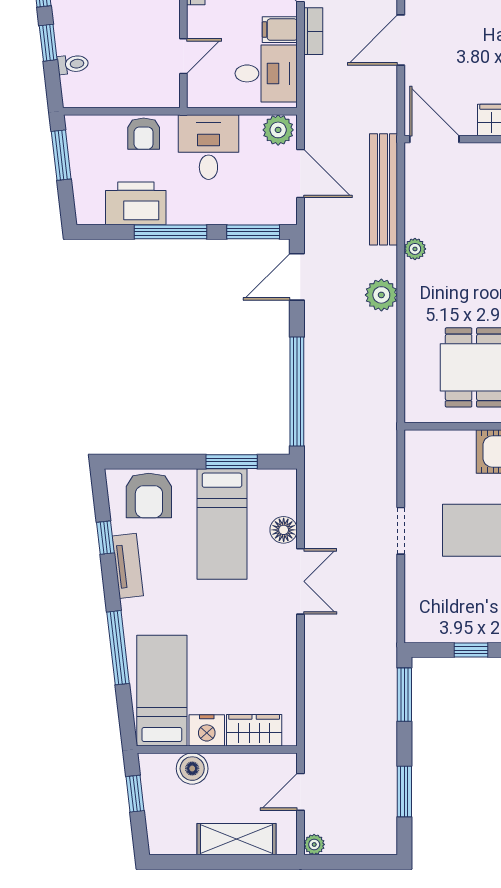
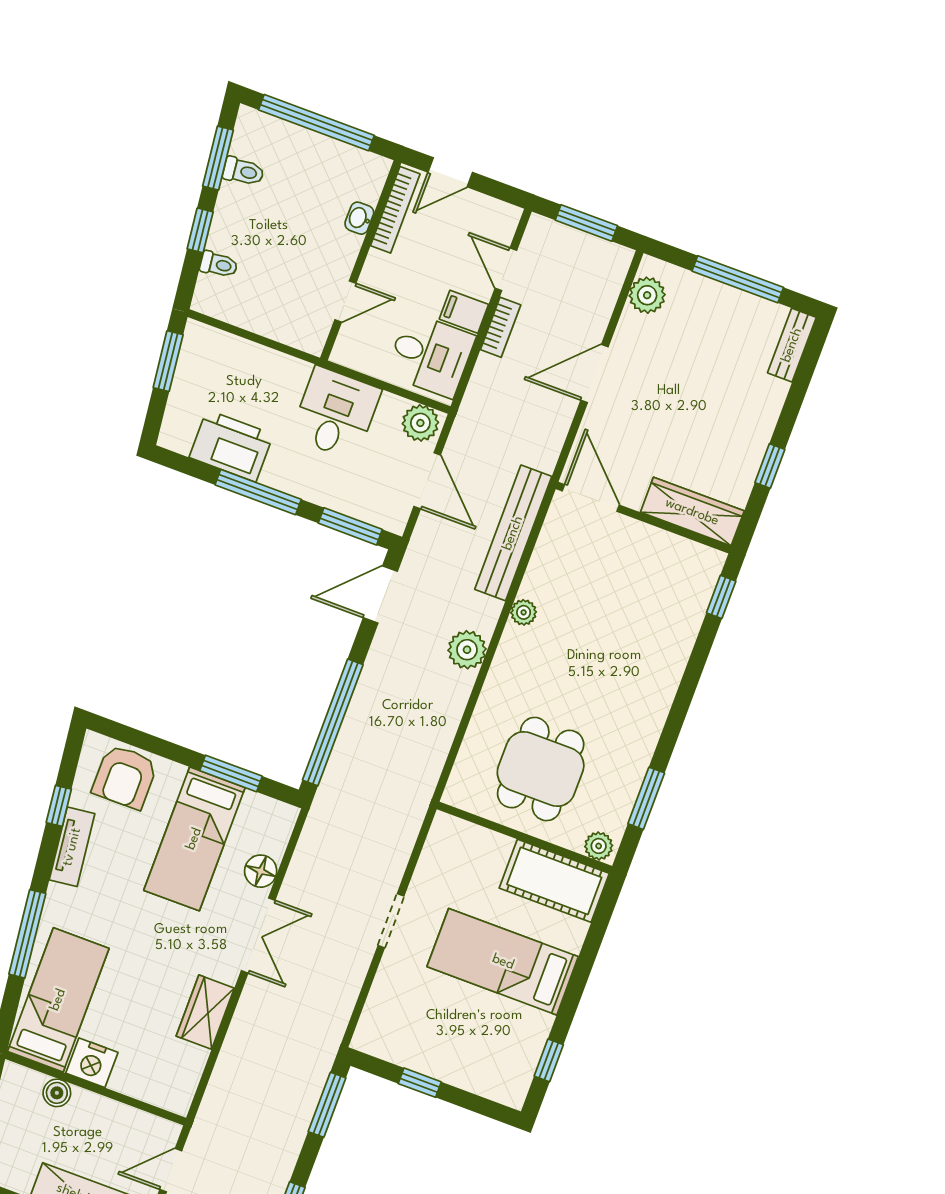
armchair: (144, 134) -> (269, 371), removed
wardrobe: (254, 730) -> (205, 1012), moved, turned -90
boiler: (192, 769) -> (57, 1093), width x0.73, depth x0.73

